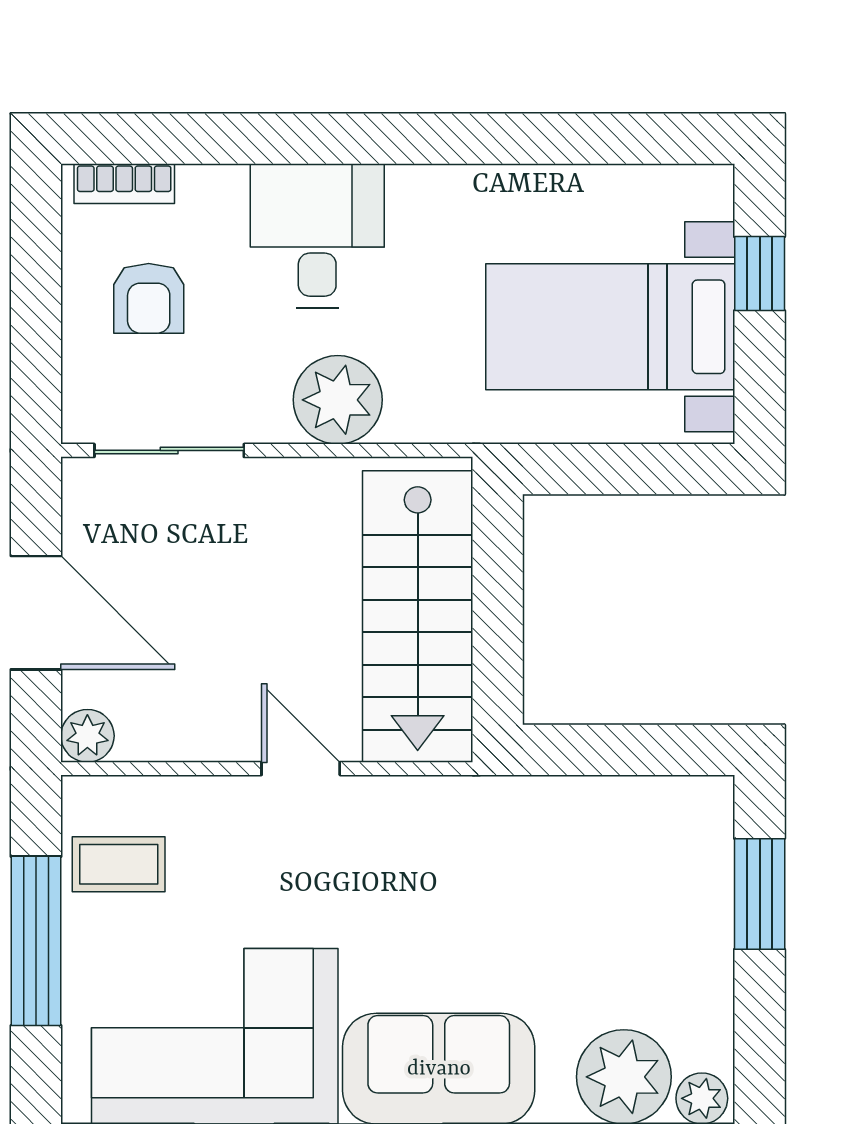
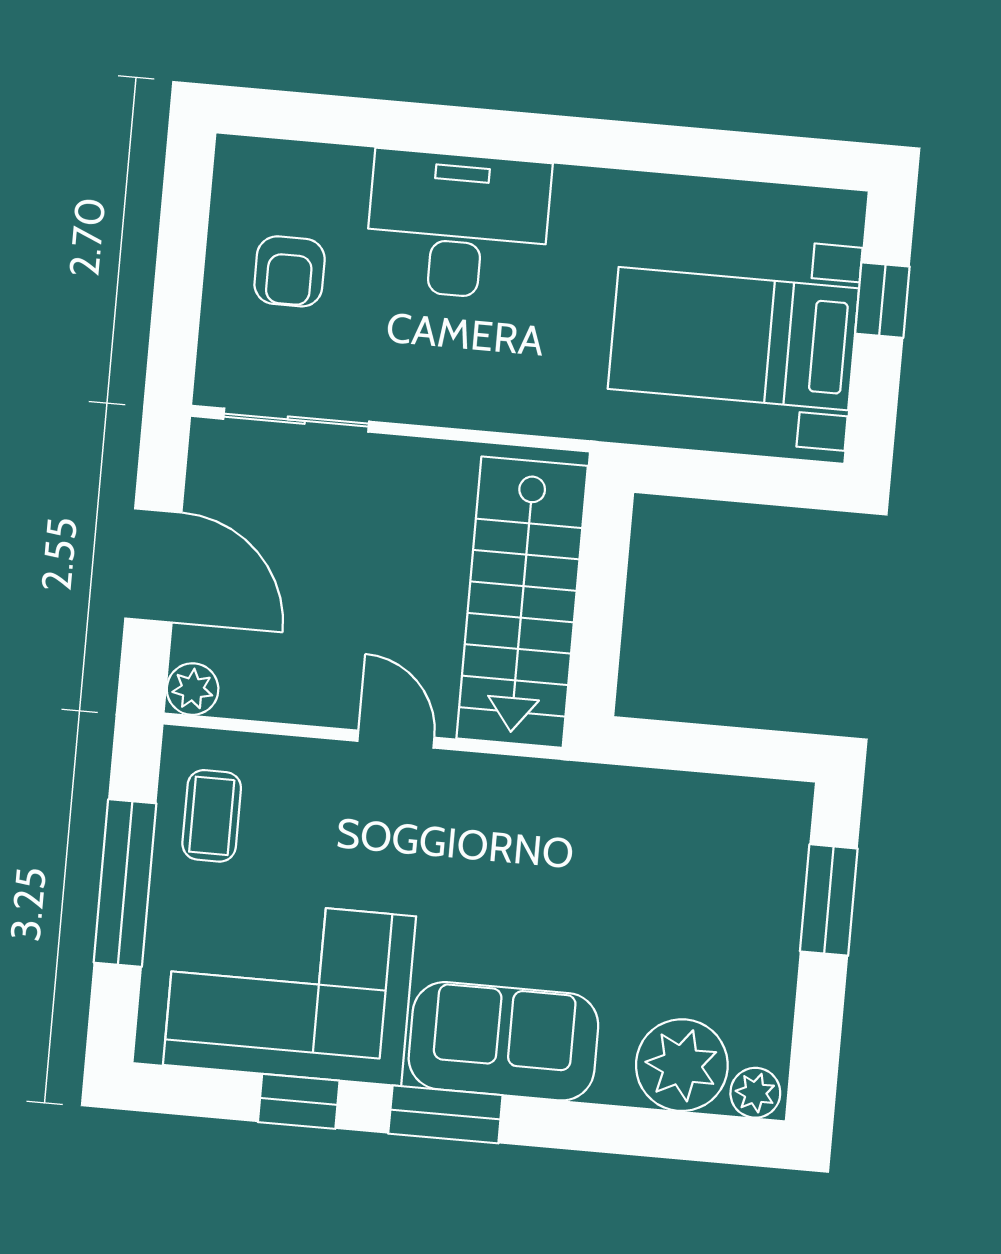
bookcase: (124, 184) -> (276, 158), removed
desk: (317, 236) -> (458, 225), width x1.37
plant: (338, 400) -> (464, 386), removed
coffee table: (119, 864) -> (212, 816), turned 90

